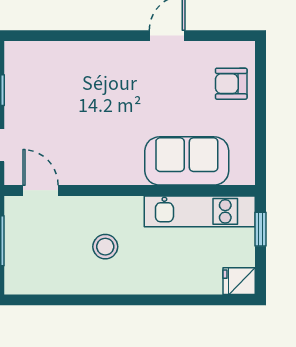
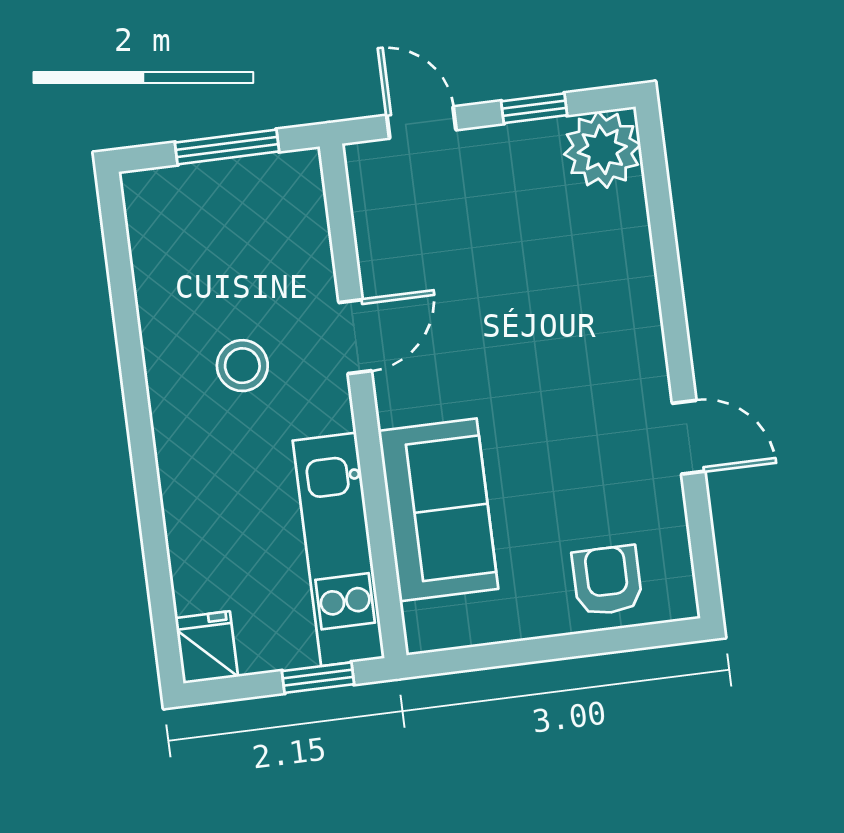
plant: (23, 60) -> (602, 150), added
door: (40, 190) -> (355, 337), moved

